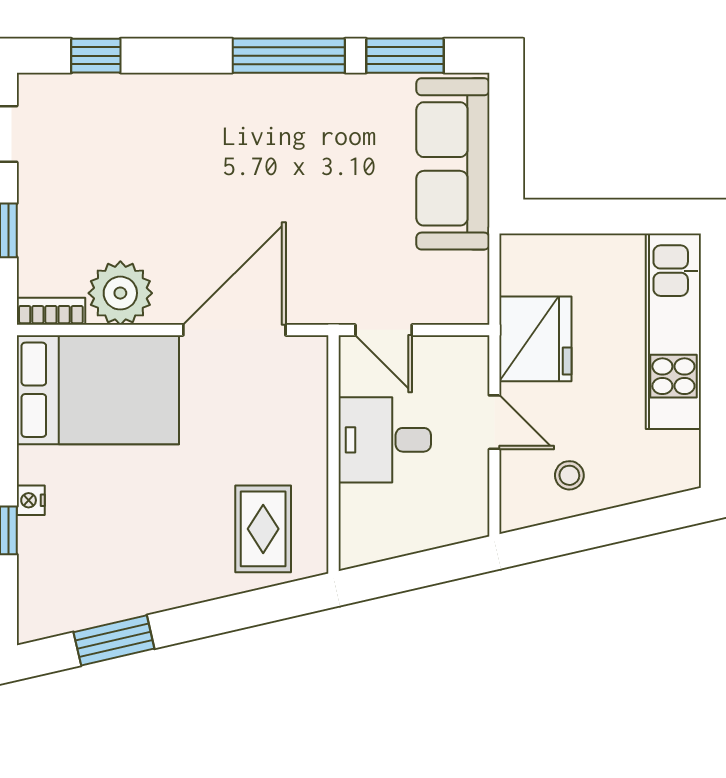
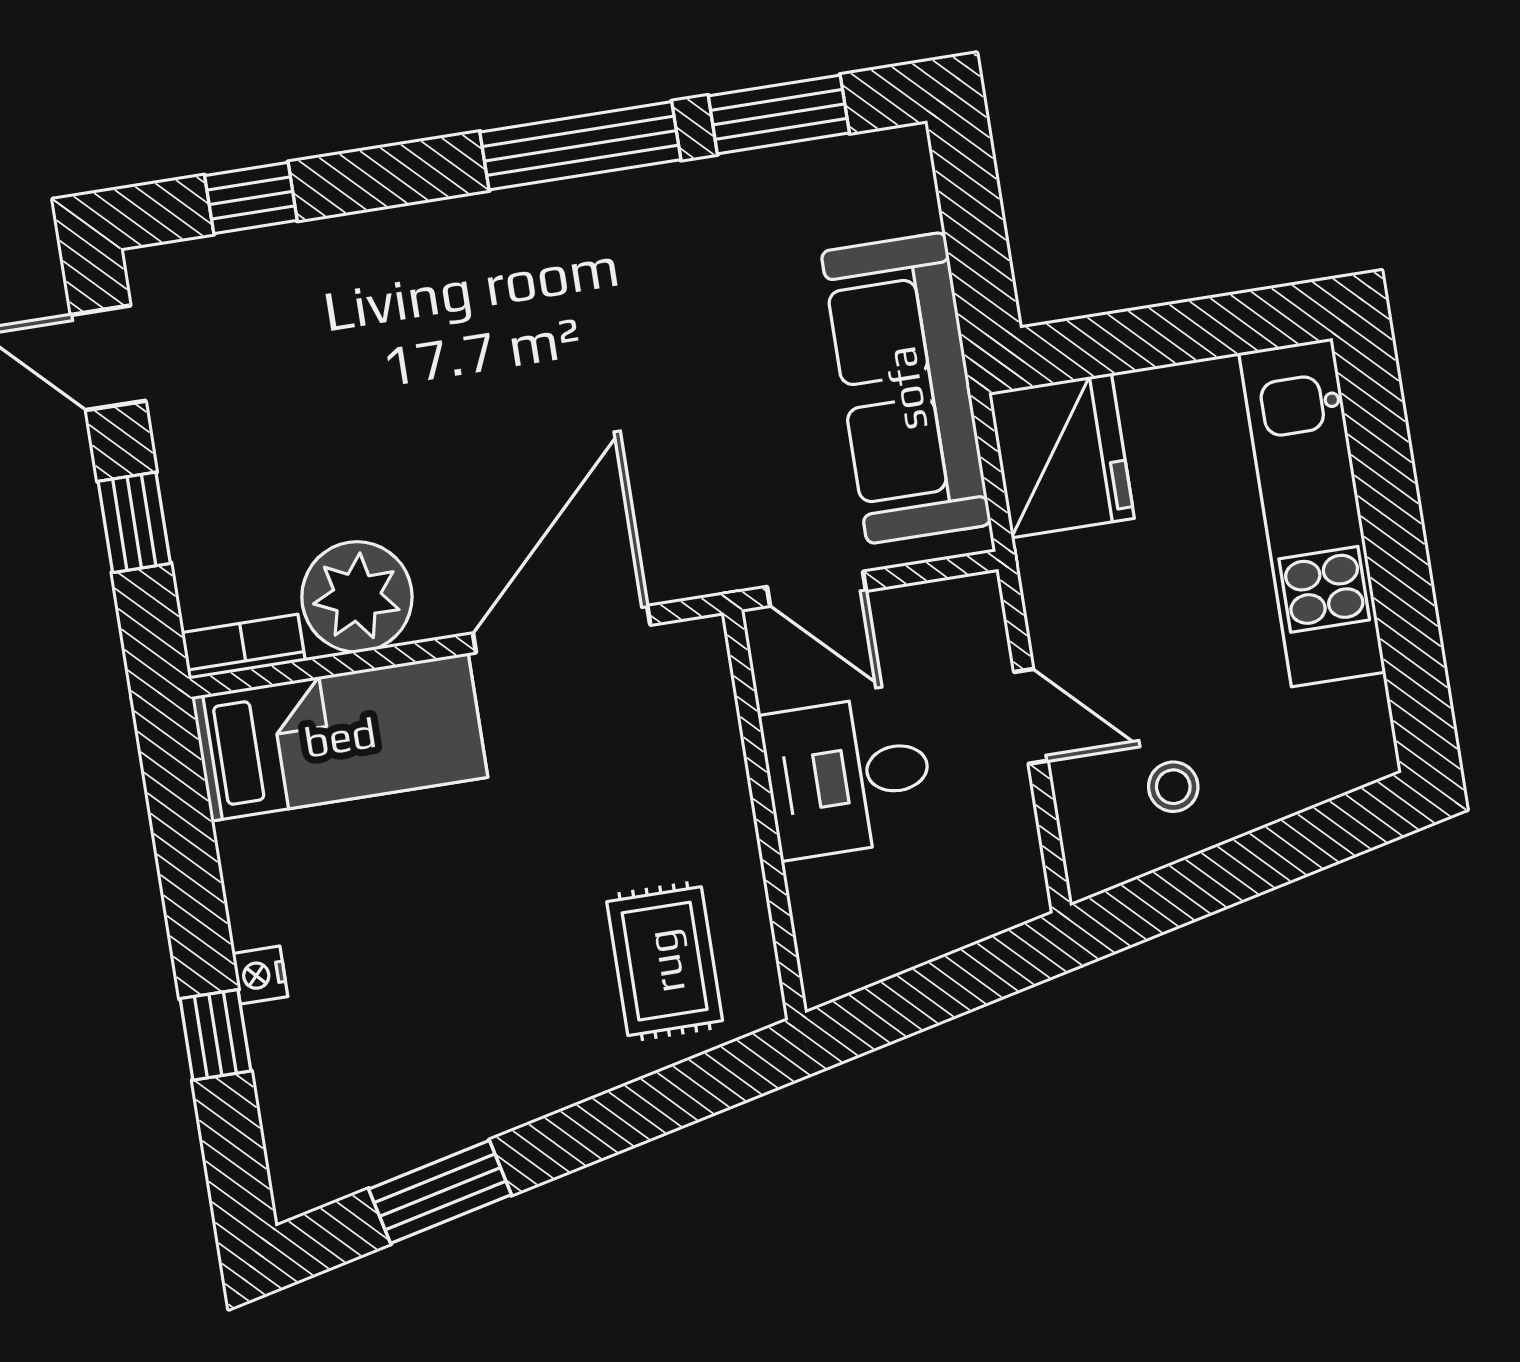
sofa: (453, 164) -> (906, 388), moved
fridge: (535, 339) -> (1061, 455), moved
bed: (98, 390) -> (340, 737), width x0.67

